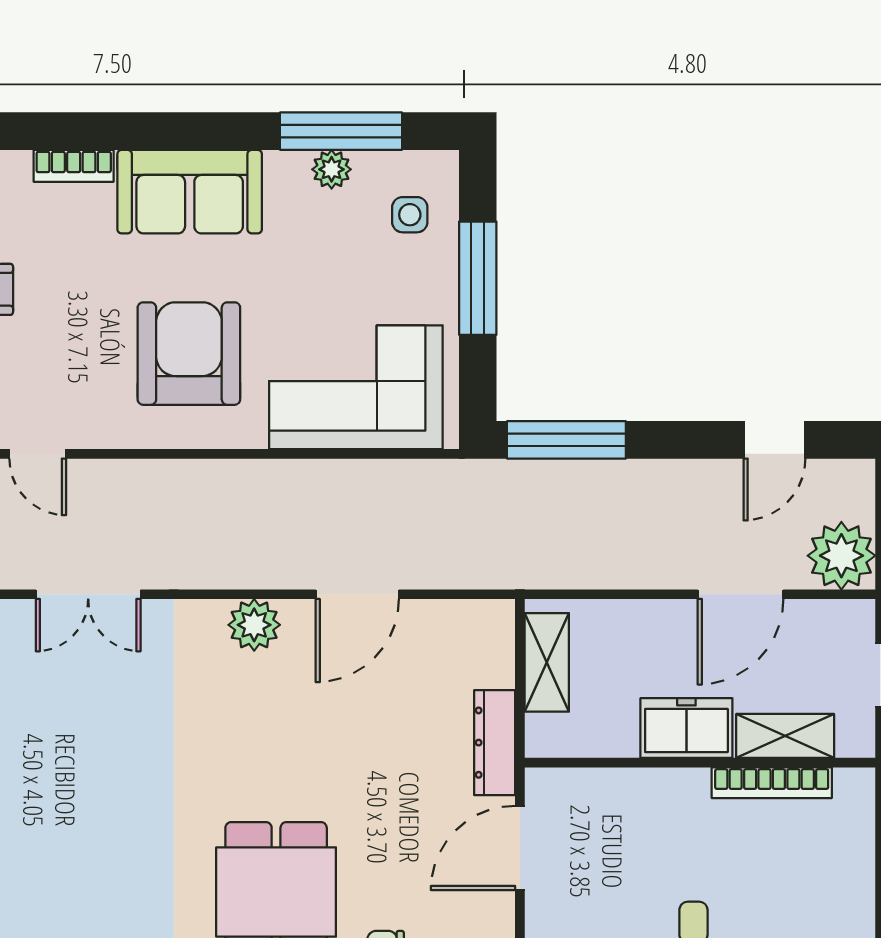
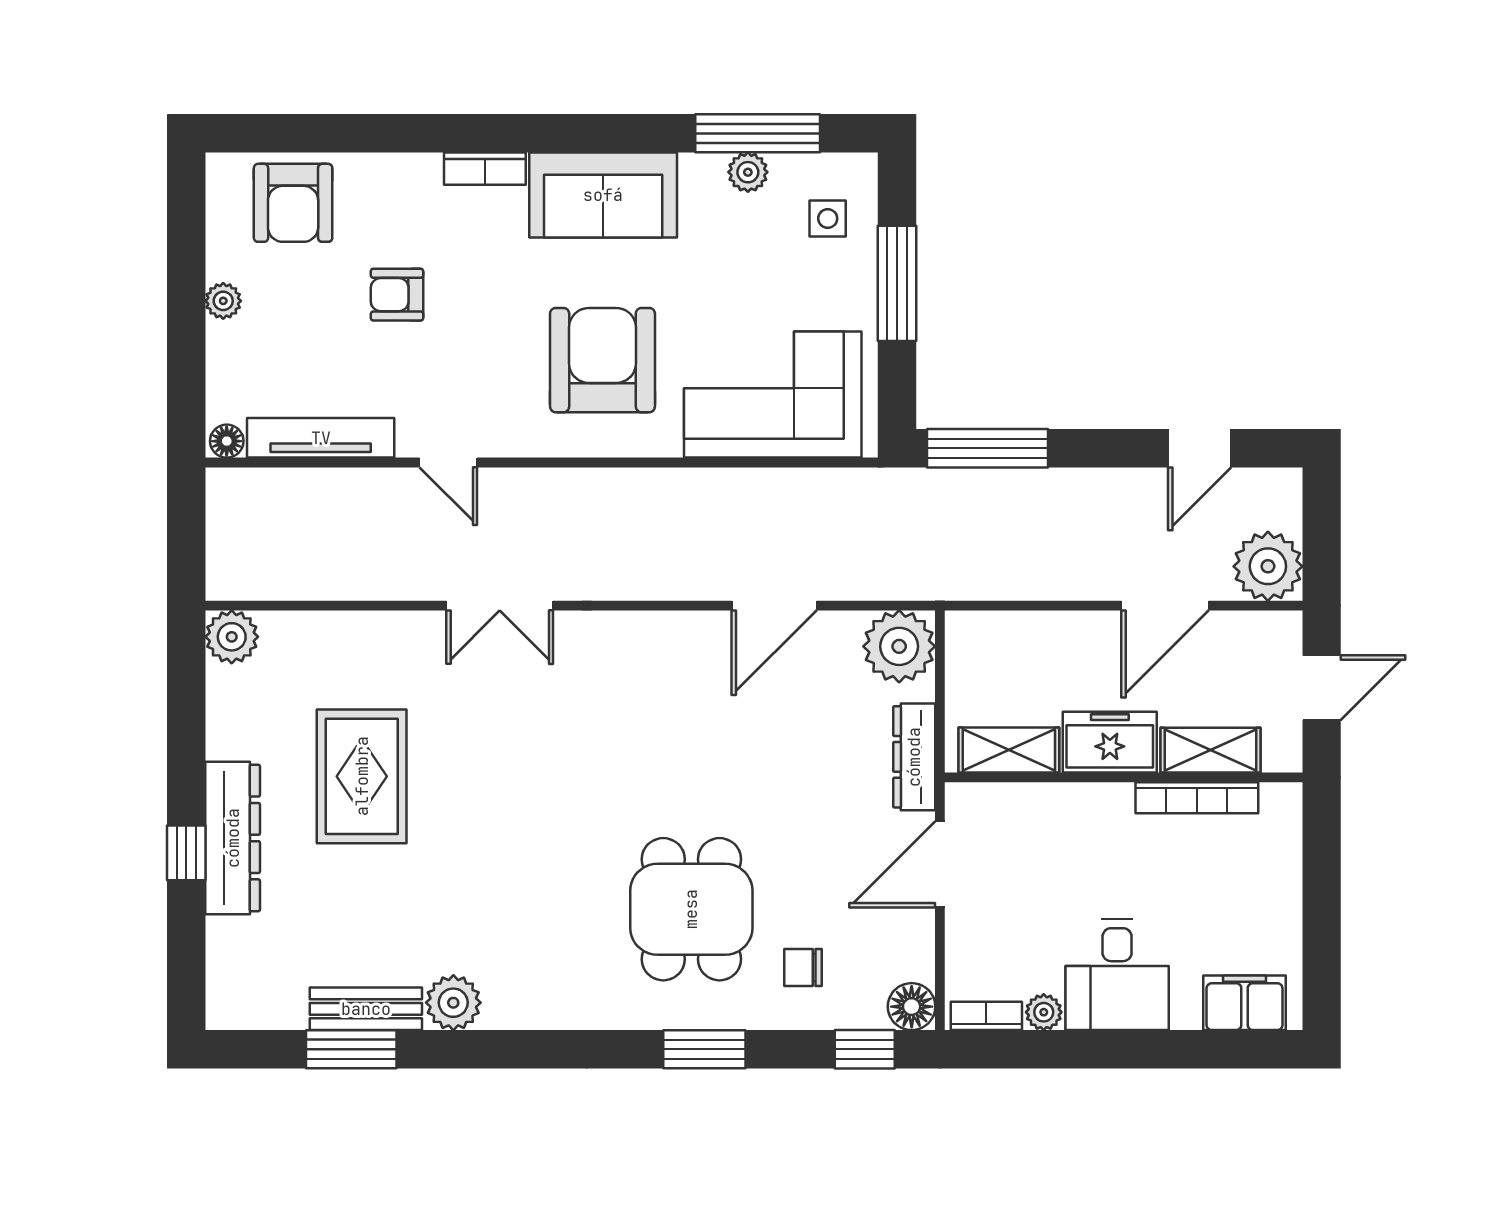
plant: (254, 625) -> (899, 646), moved, width x1.36, depth x1.36
shelving: (547, 662) -> (1009, 750), moved, turned 90

